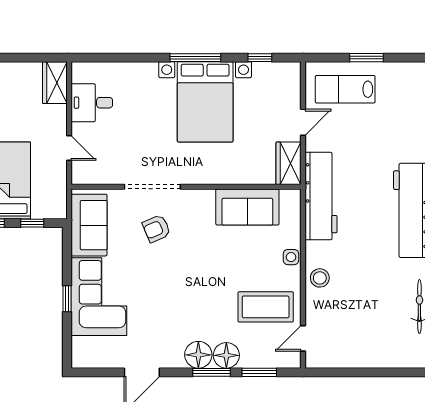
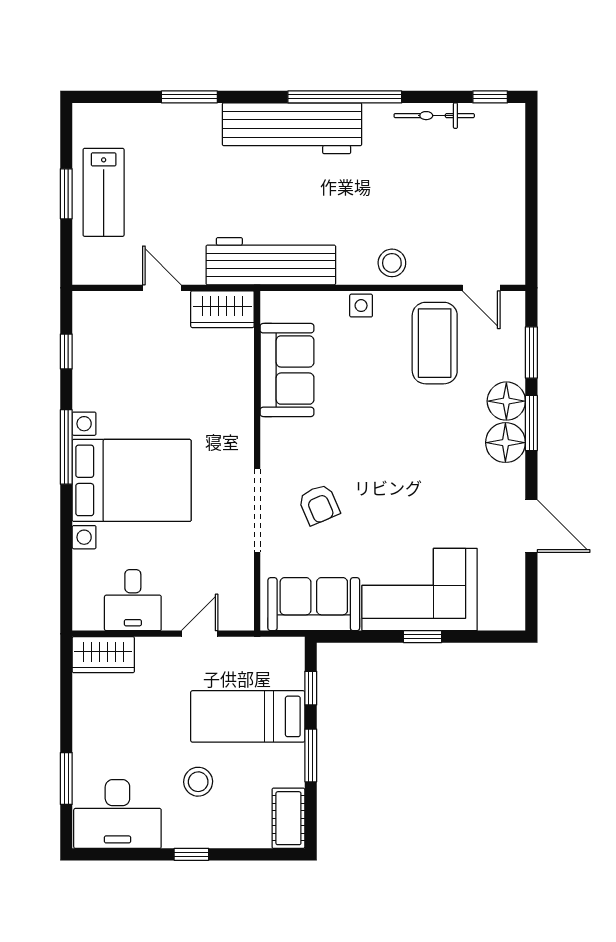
lab bench: (345, 89) -> (104, 192), moved
bed with nightstands: (205, 102) -> (132, 480), moved

